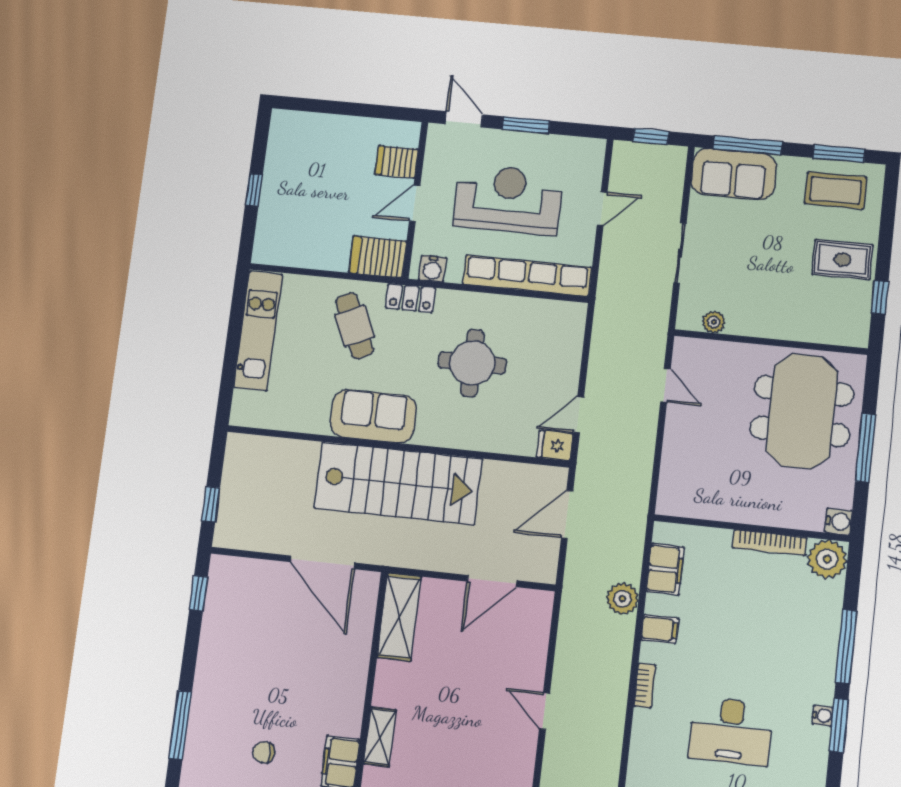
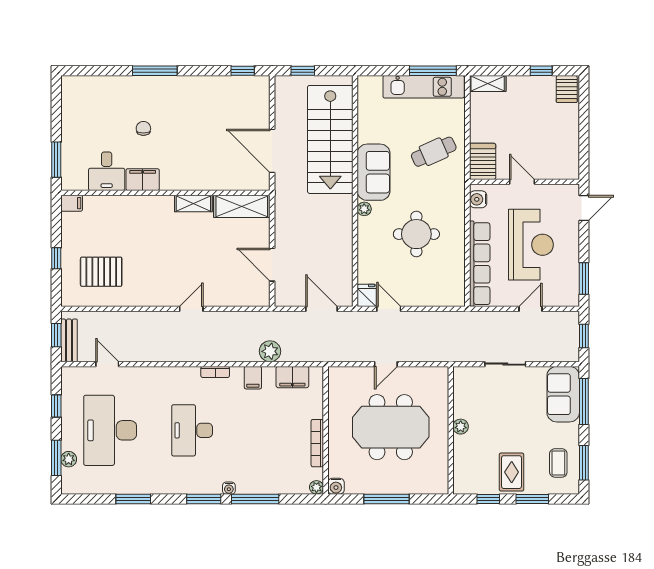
window: (526, 125) -> (584, 279), moved
server rack: (397, 162) -> (567, 89), moved, turned 180
window: (254, 190) -> (541, 71), moved
coffee table: (836, 190) -> (558, 463), width x0.73, depth x0.77
door: (602, 209) -> (531, 309), swing flipped
window: (886, 233) -> (532, 499), added
shelving: (266, 238) -> (488, 84), added
locker: (410, 298) -> (456, 187), removed
window: (237, 315) -> (433, 71), added
plant: (714, 322) -> (461, 427), moved
door: (665, 385) -> (386, 364), moved
meeting table: (802, 411) -> (391, 427), moved
plant: (426, 436) -> (364, 209), added
stairs: (398, 483) -> (330, 139), moved
plant: (827, 559) -> (316, 487), width x0.53, depth x0.53
door: (323, 562) -> (272, 151), hinge flipped
water cooler: (823, 716) -> (229, 488), moved
shelving: (380, 737) -> (193, 203), moved

